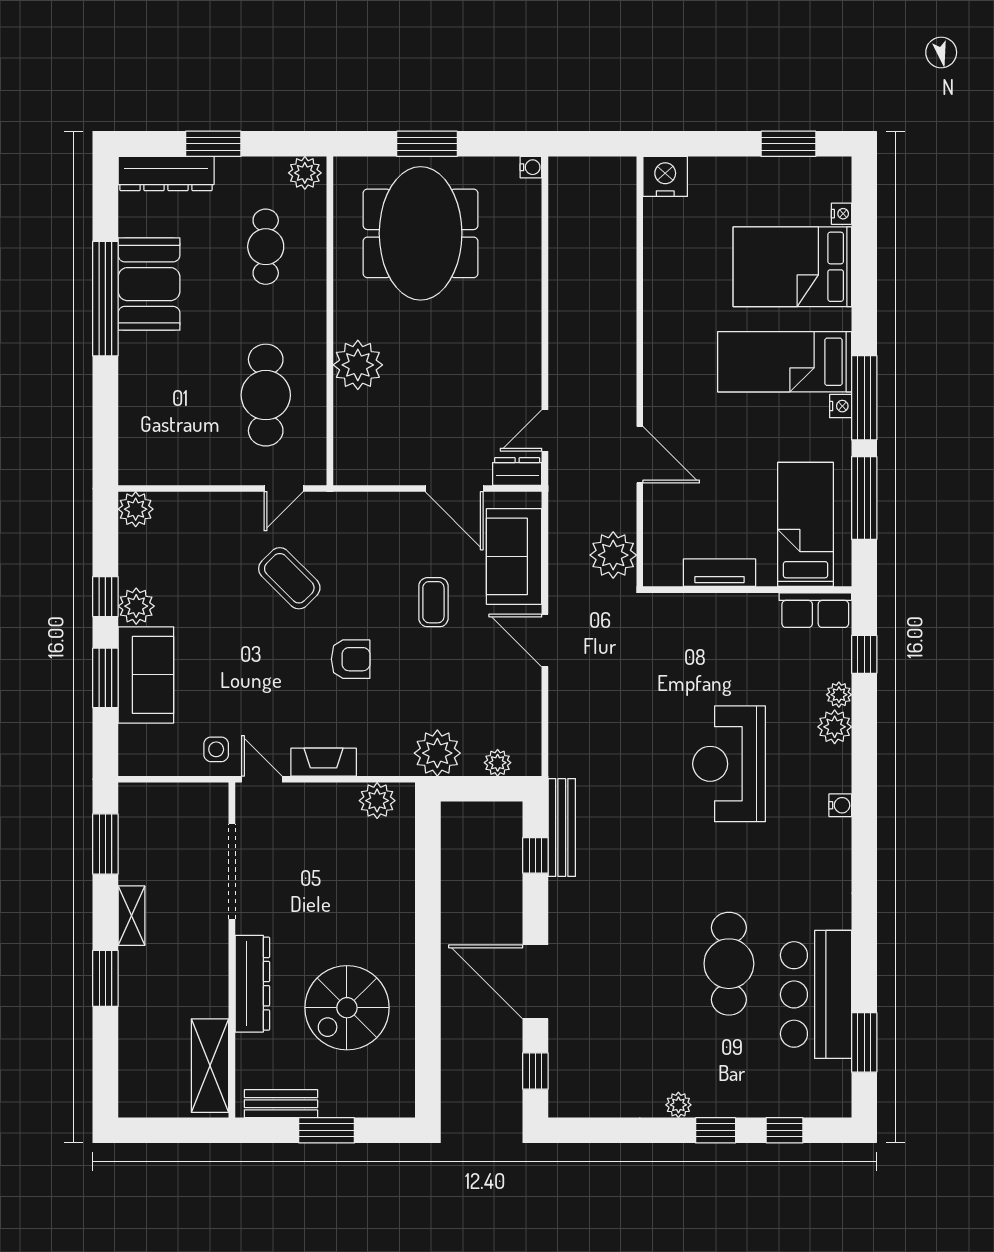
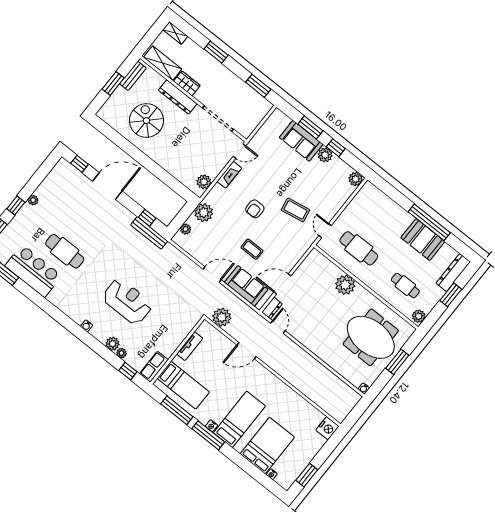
coffee table: (289, 578) -> (296, 210), turned 35
side table: (216, 749) -> (260, 144), removed
shelving: (131, 916) -> (175, 33), moved
wardrobe: (212, 987) -> (187, 83), added

